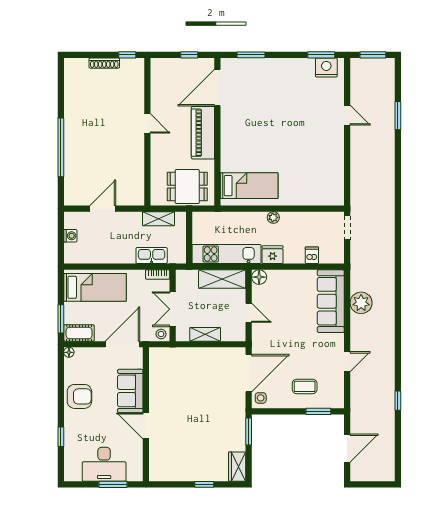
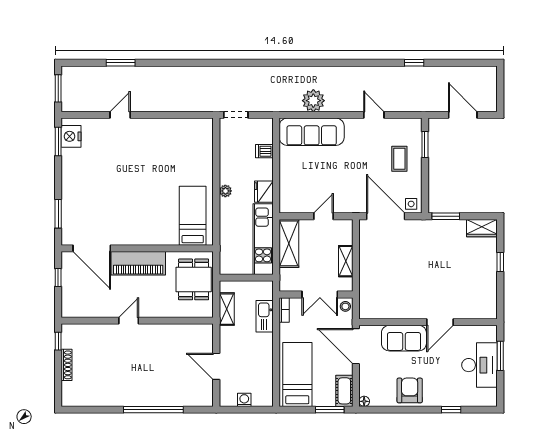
floor lamp: (259, 277) -> (287, 206), removed

